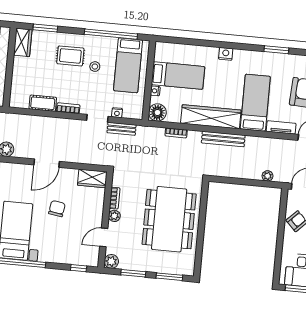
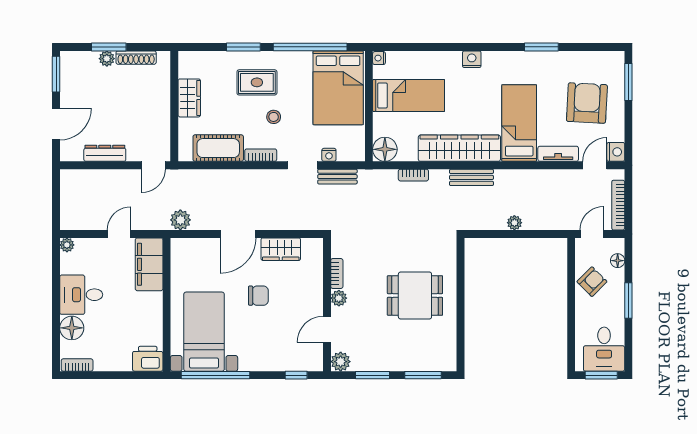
window: (45, 28) -> (243, 47), moved
wardrobe: (23, 42) -> (189, 98), moved
bed: (128, 65) -> (338, 88), width x1.50
stool: (95, 67) -> (274, 117), moved
nightstand: (155, 91) -> (379, 58), moved
cot: (43, 103) -> (218, 148), width x1.37, depth x1.34
bench: (223, 139) -> (471, 177), width x0.73
plant: (267, 176) -> (514, 223), moved
wardrobe: (92, 178) -> (281, 249), moved
chair: (57, 209) -> (258, 296), turned 81
dining table: (169, 219) -> (415, 296), width x0.53, depth x0.80

